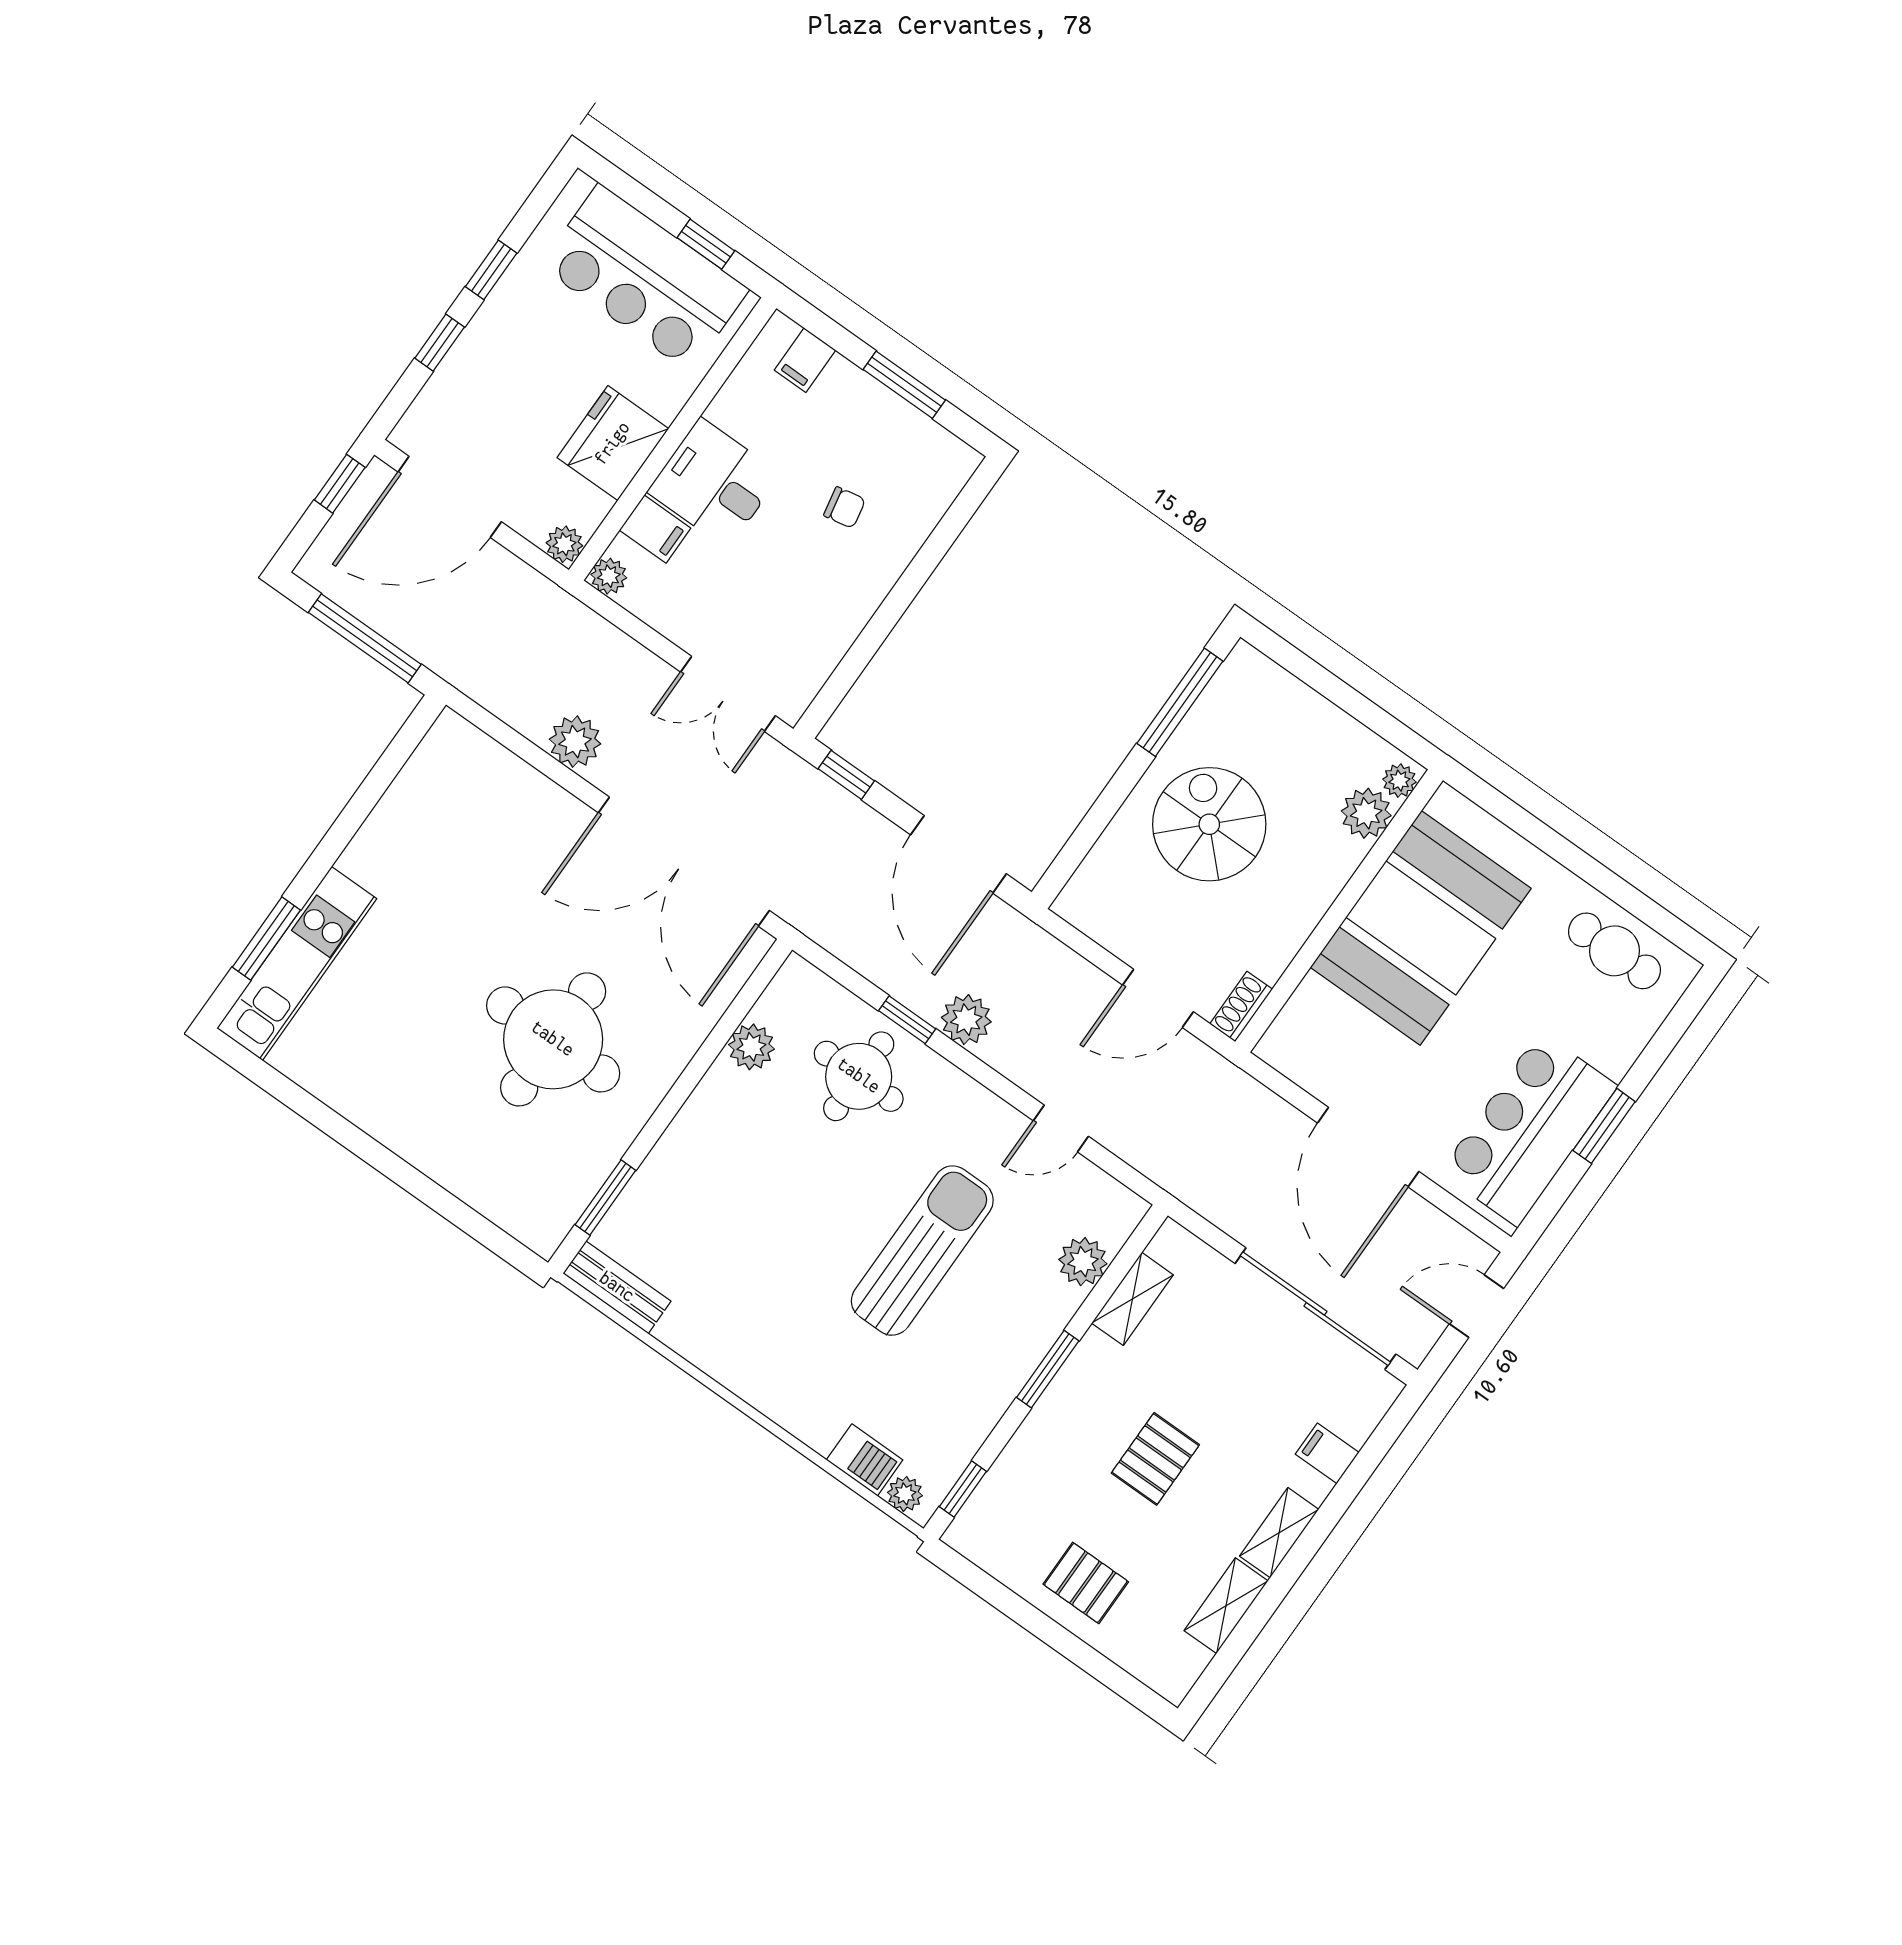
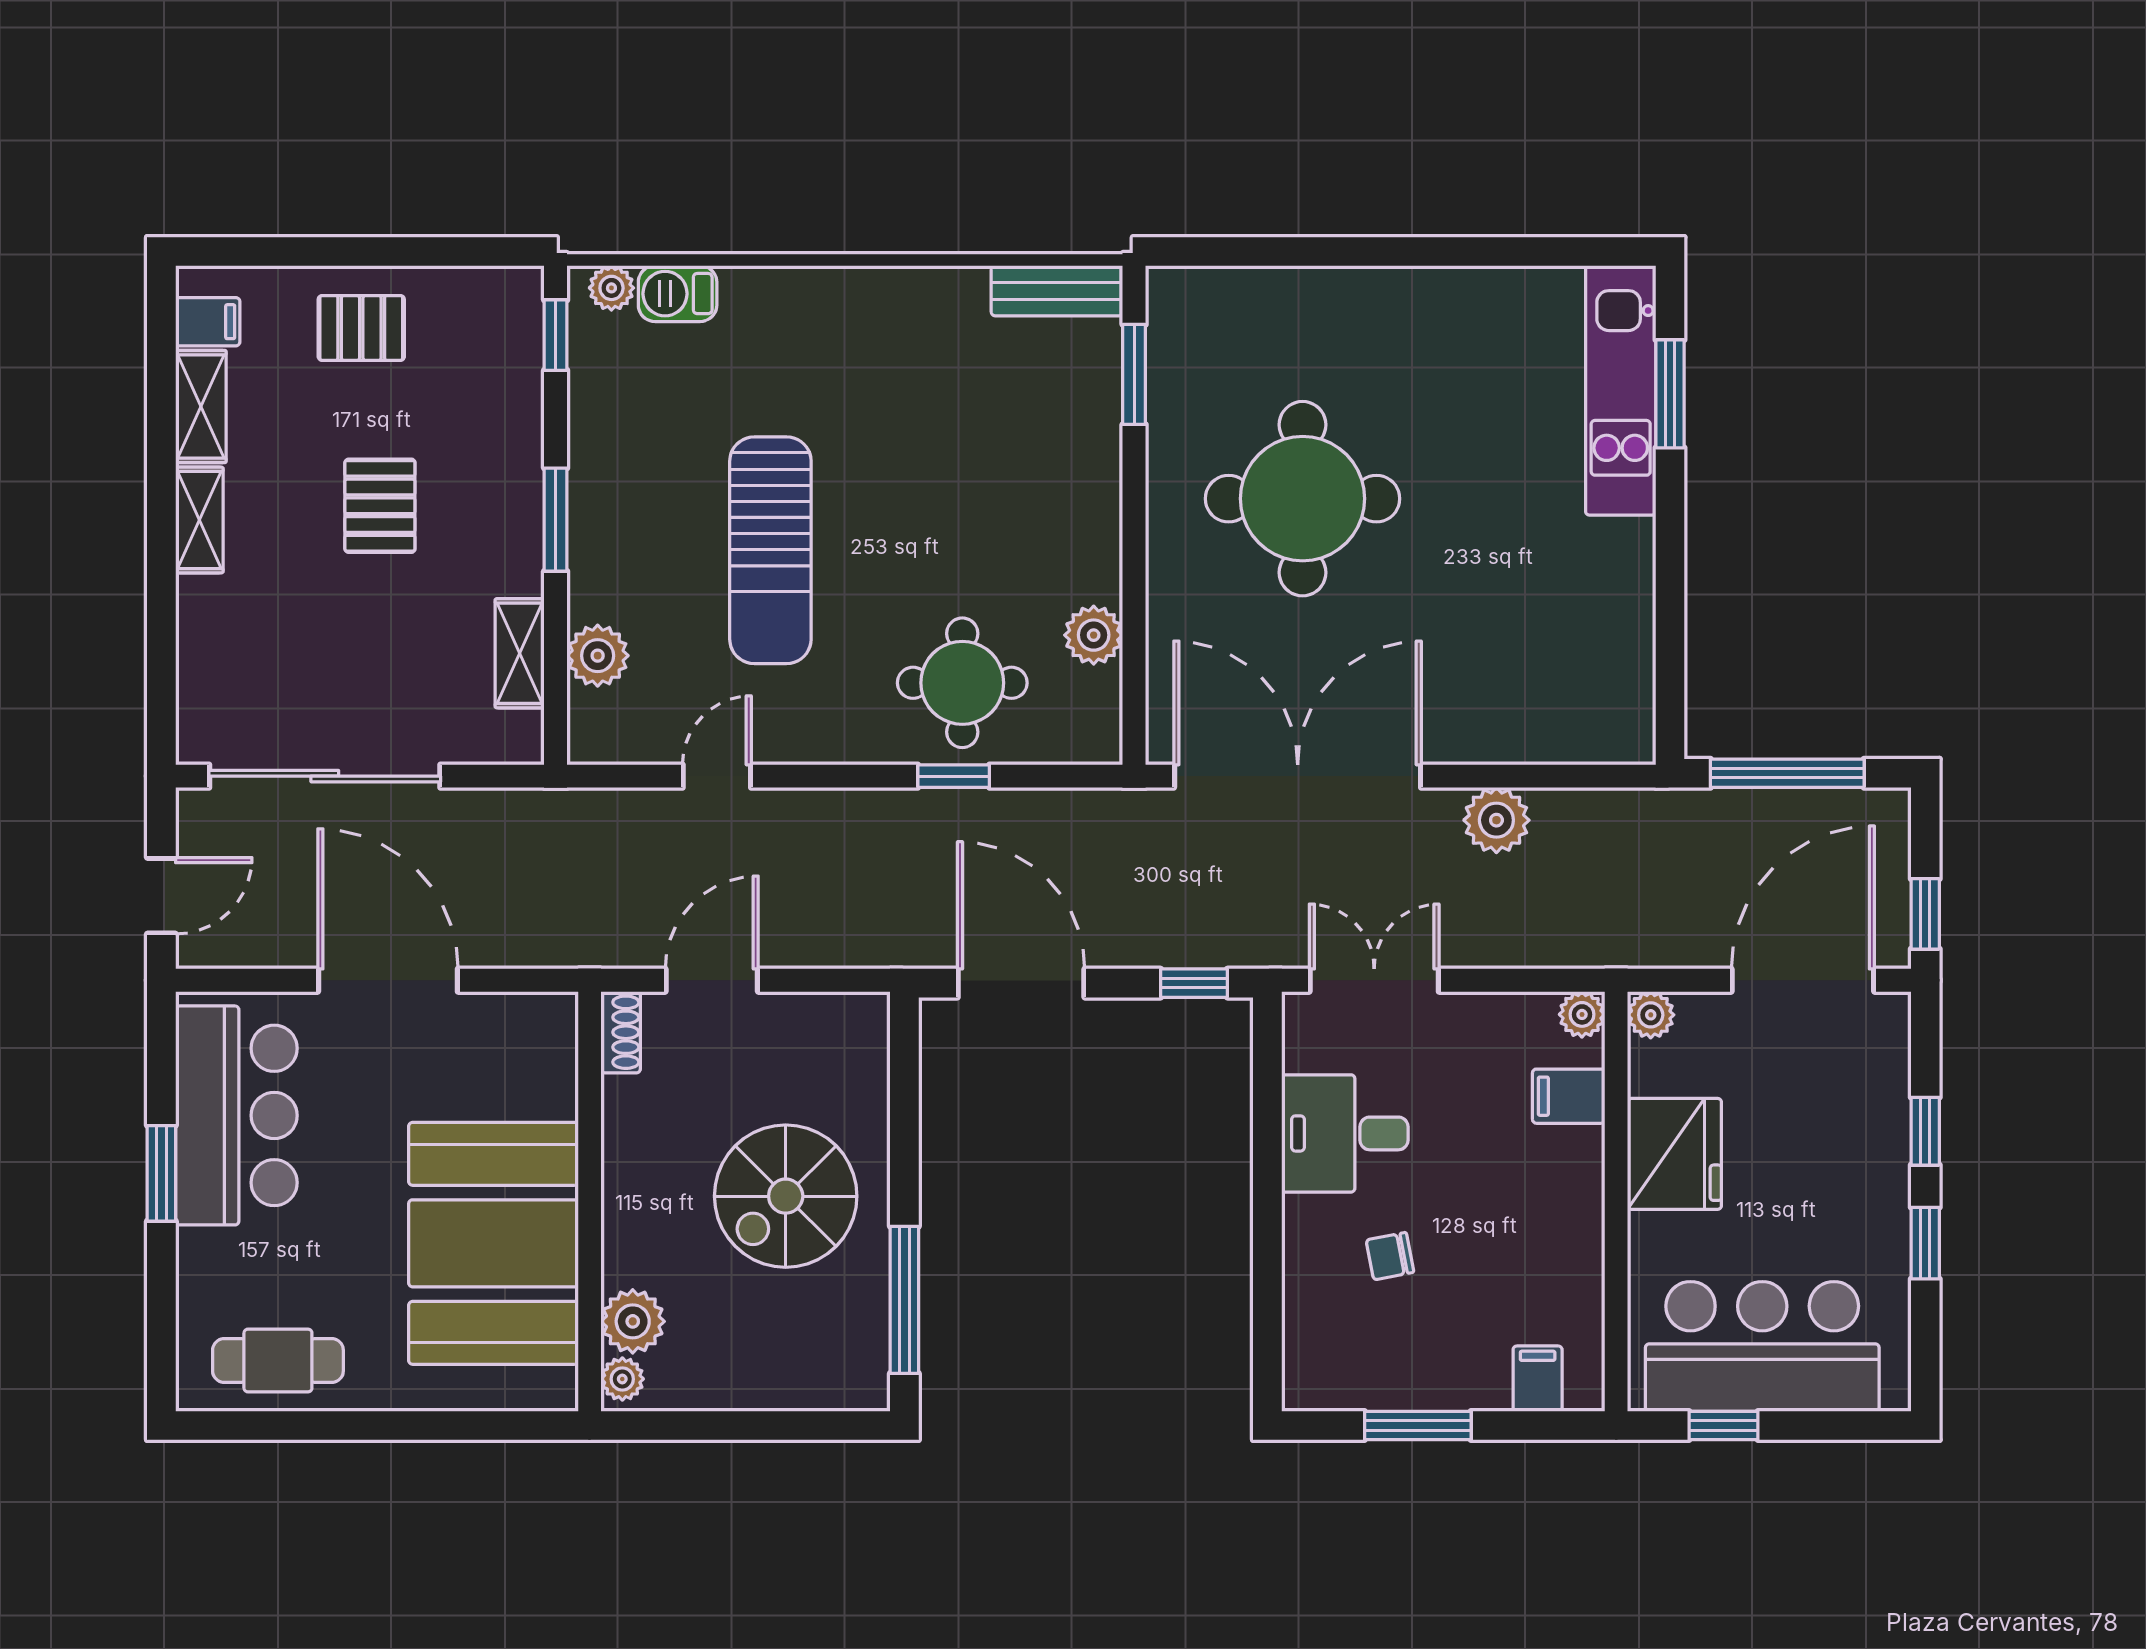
desk: (714, 483) -> (1345, 1133), moved, turned 180
spiral stairs: (1209, 824) -> (786, 1196), turned 90
plant: (966, 1020) -> (893, 819), removed
filing cabinet: (1327, 1453) -> (208, 322), moved

